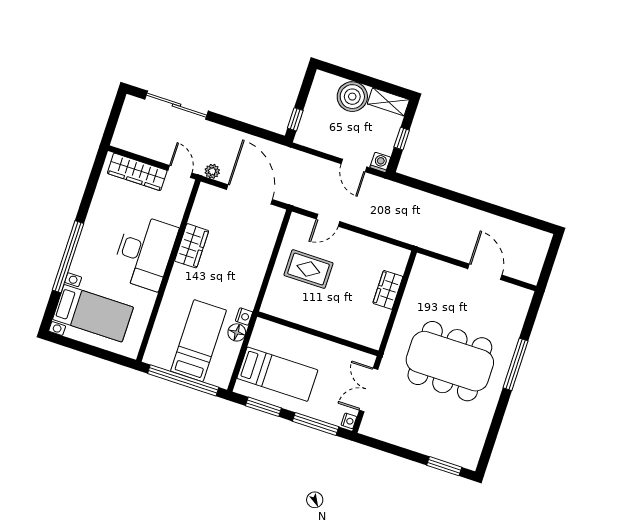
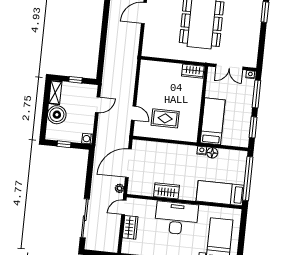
window: (295, 119) -> (64, 144), moved
washing machine: (380, 162) -> (87, 139), moved
wardrobe: (137, 172) -> (130, 227), width x0.67
rug: (308, 269) -> (165, 118), turned 90
wardrobe: (388, 290) -> (193, 71), moved
bed: (199, 341) -> (220, 193), moved
bed: (277, 374) -> (213, 121), moved

